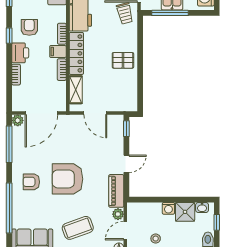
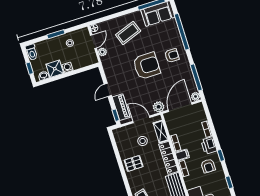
stool: (103, 85) -> (143, 141), added
plant: (69, 122) -> (159, 107), added
piano: (116, 191) -> (121, 107), moved

